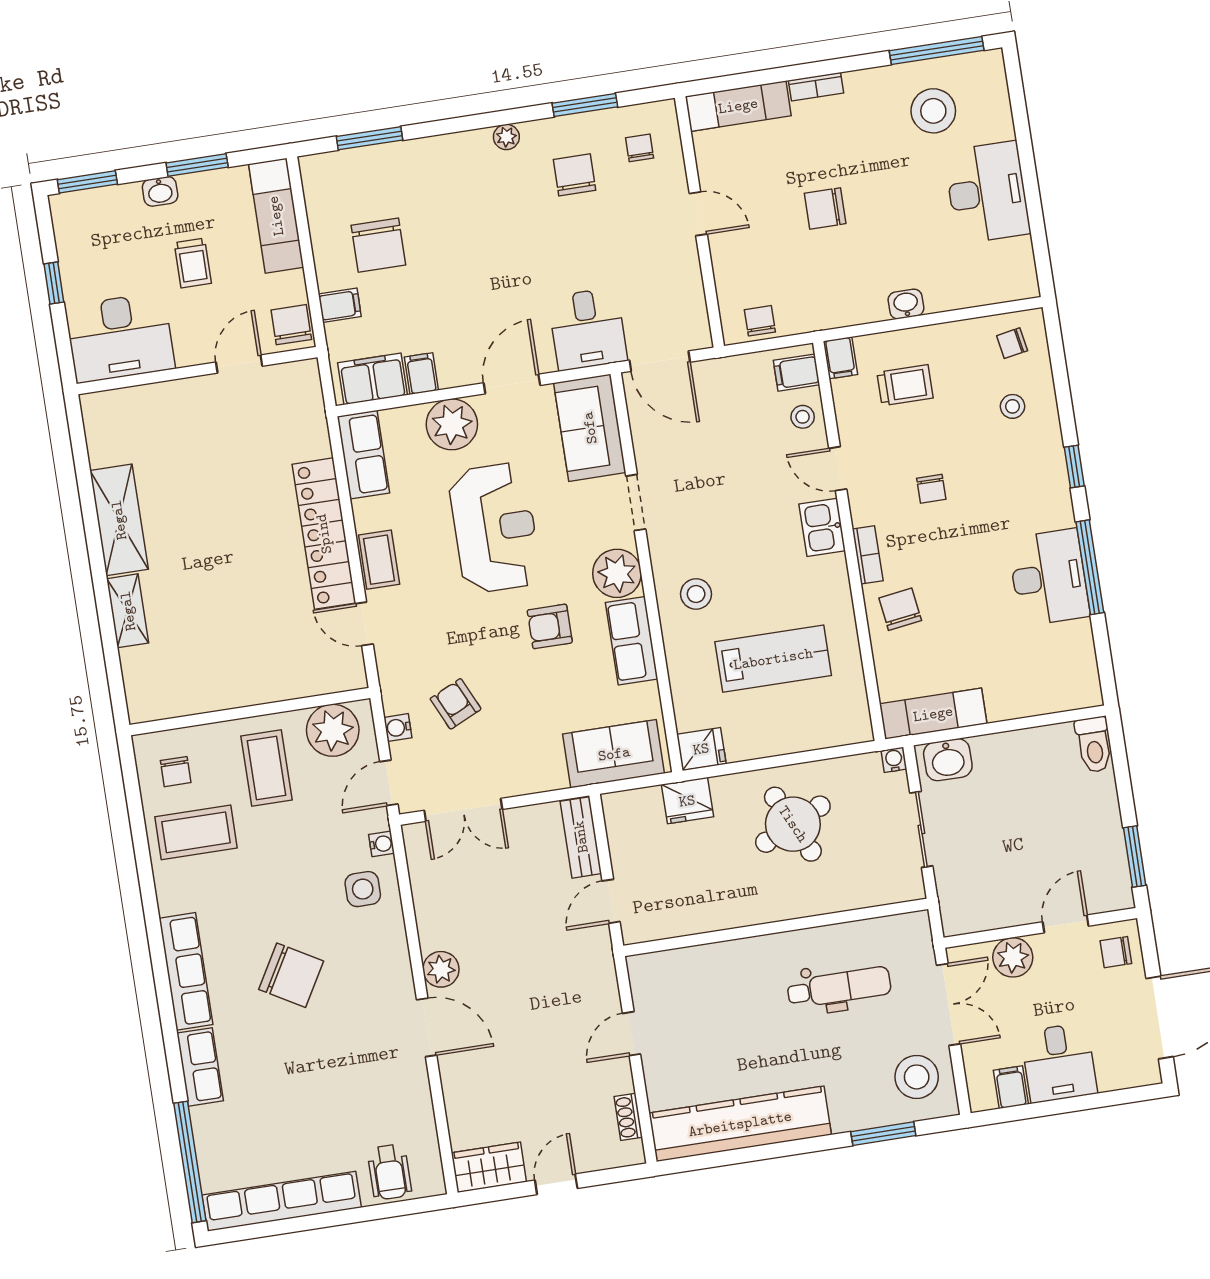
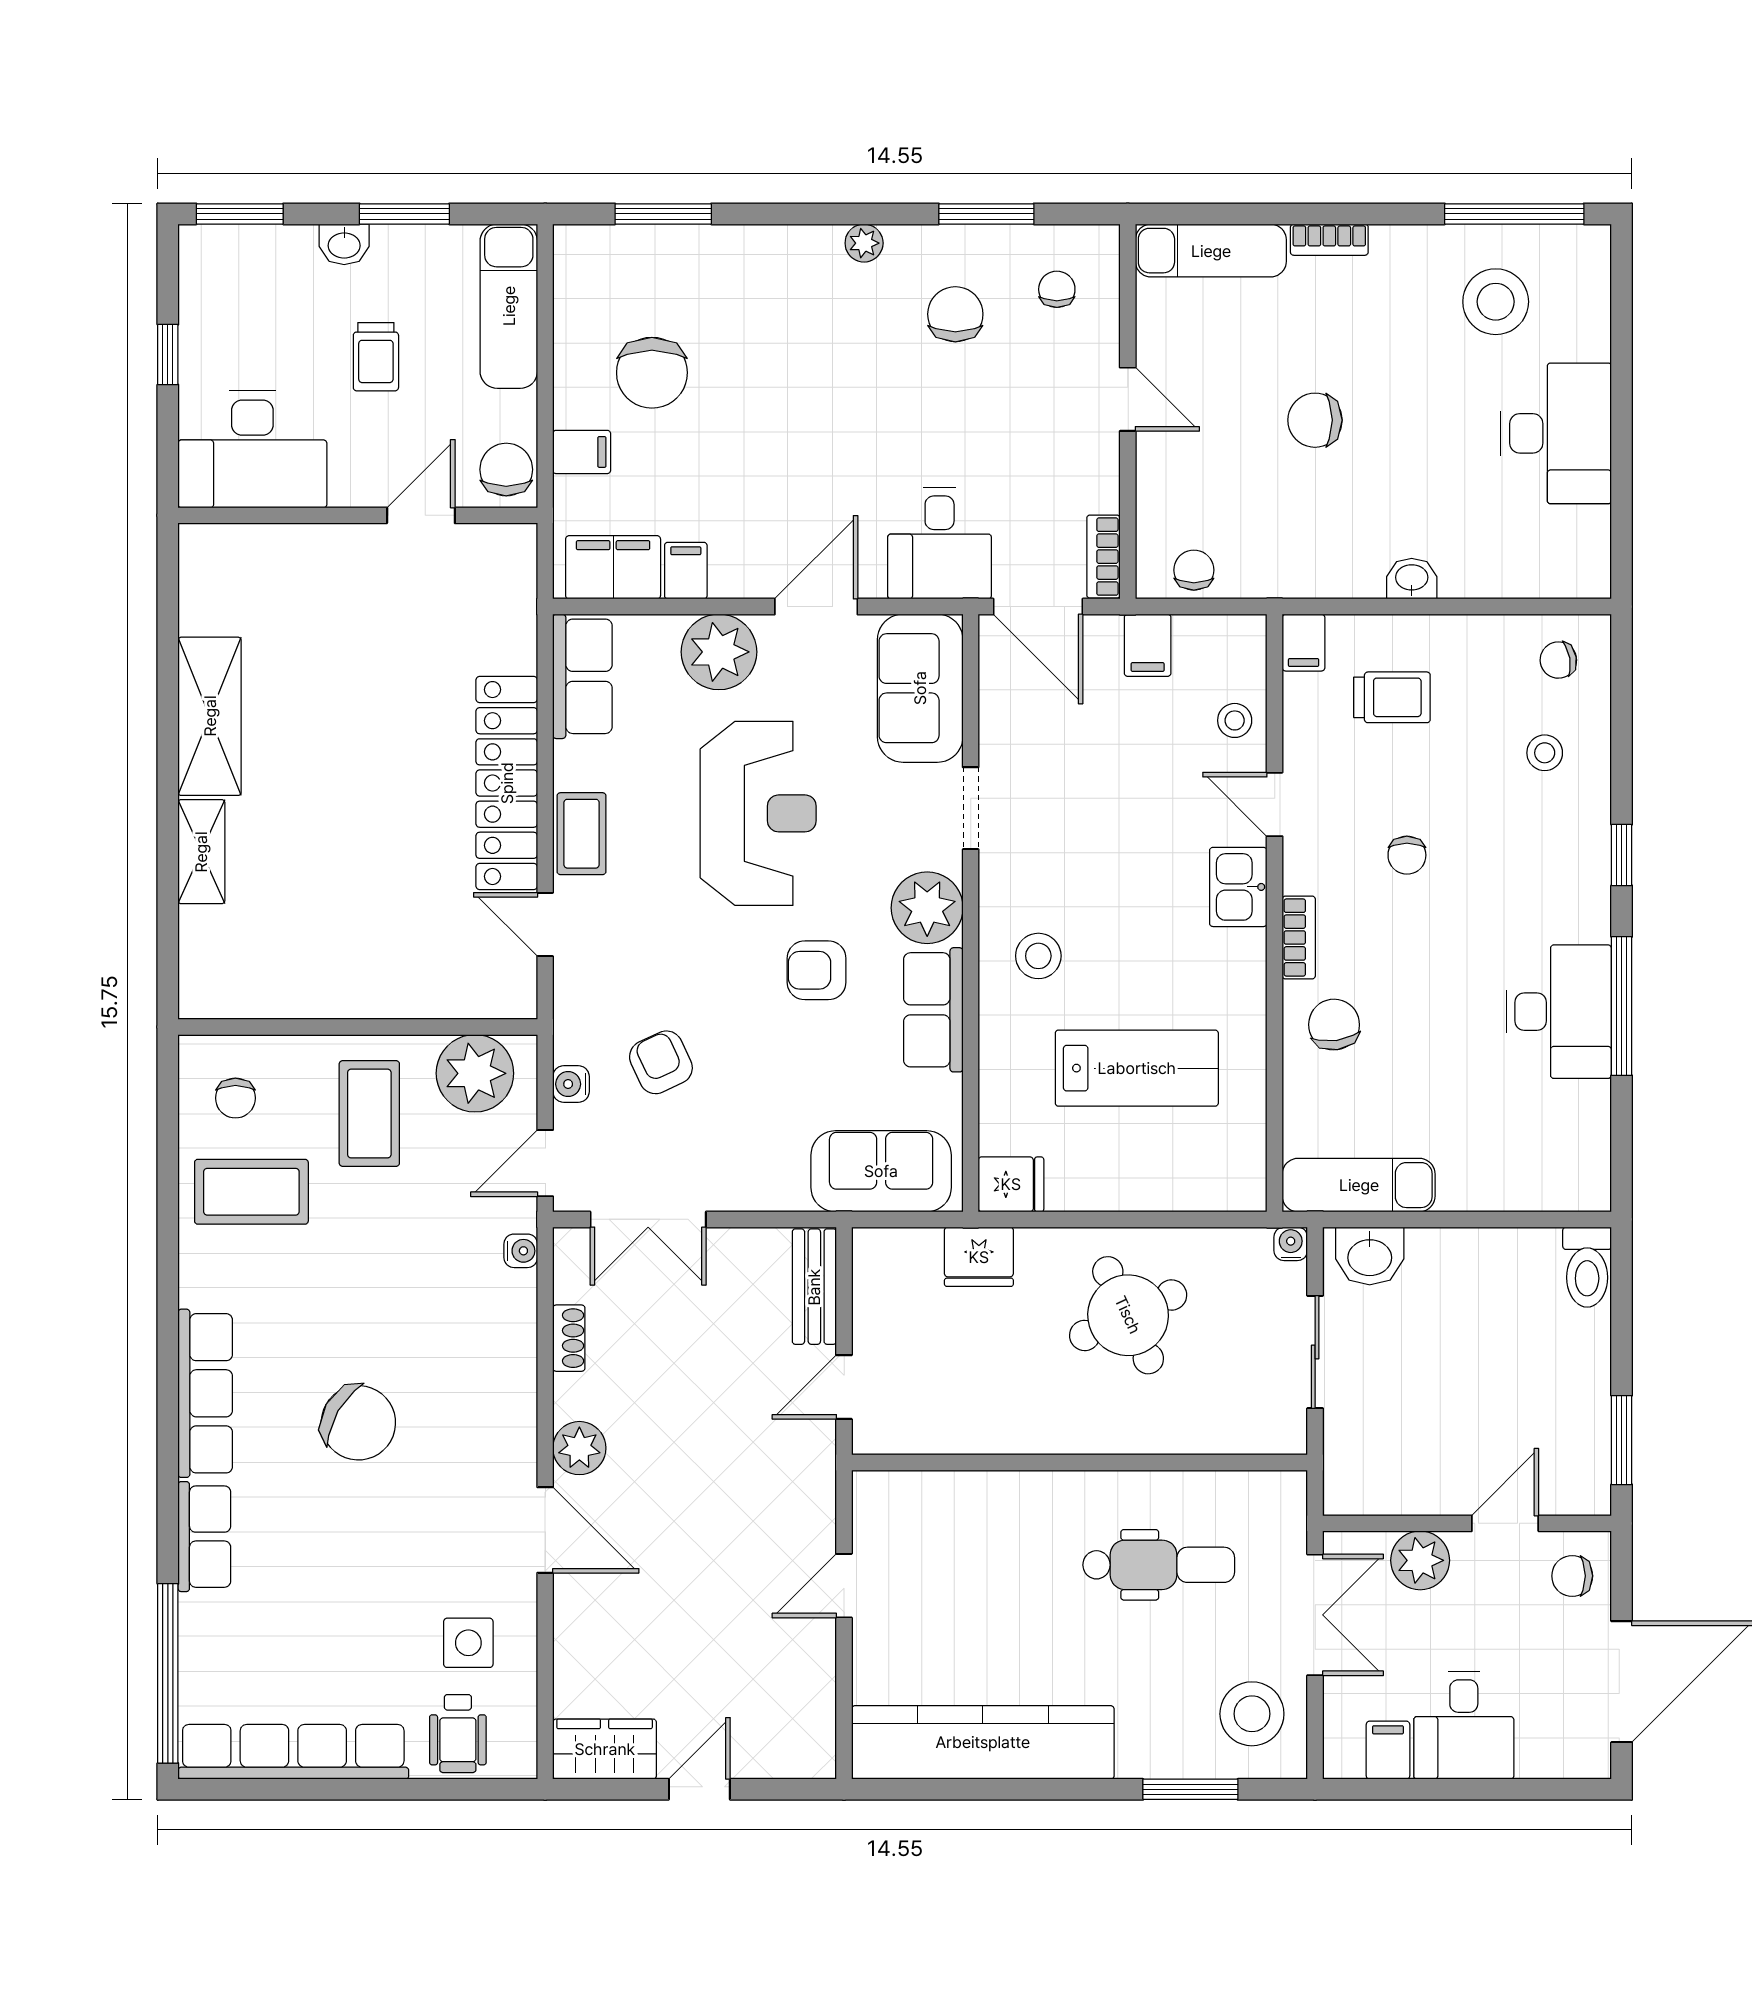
bookcase: (698, 321) -> (1103, 557), added
filing cabinet: (797, 373) -> (1148, 645), moved, turned -90
side table: (363, 889) -> (468, 1643), moved
shoe rack: (628, 1117) -> (569, 1338), moved, turned 180

